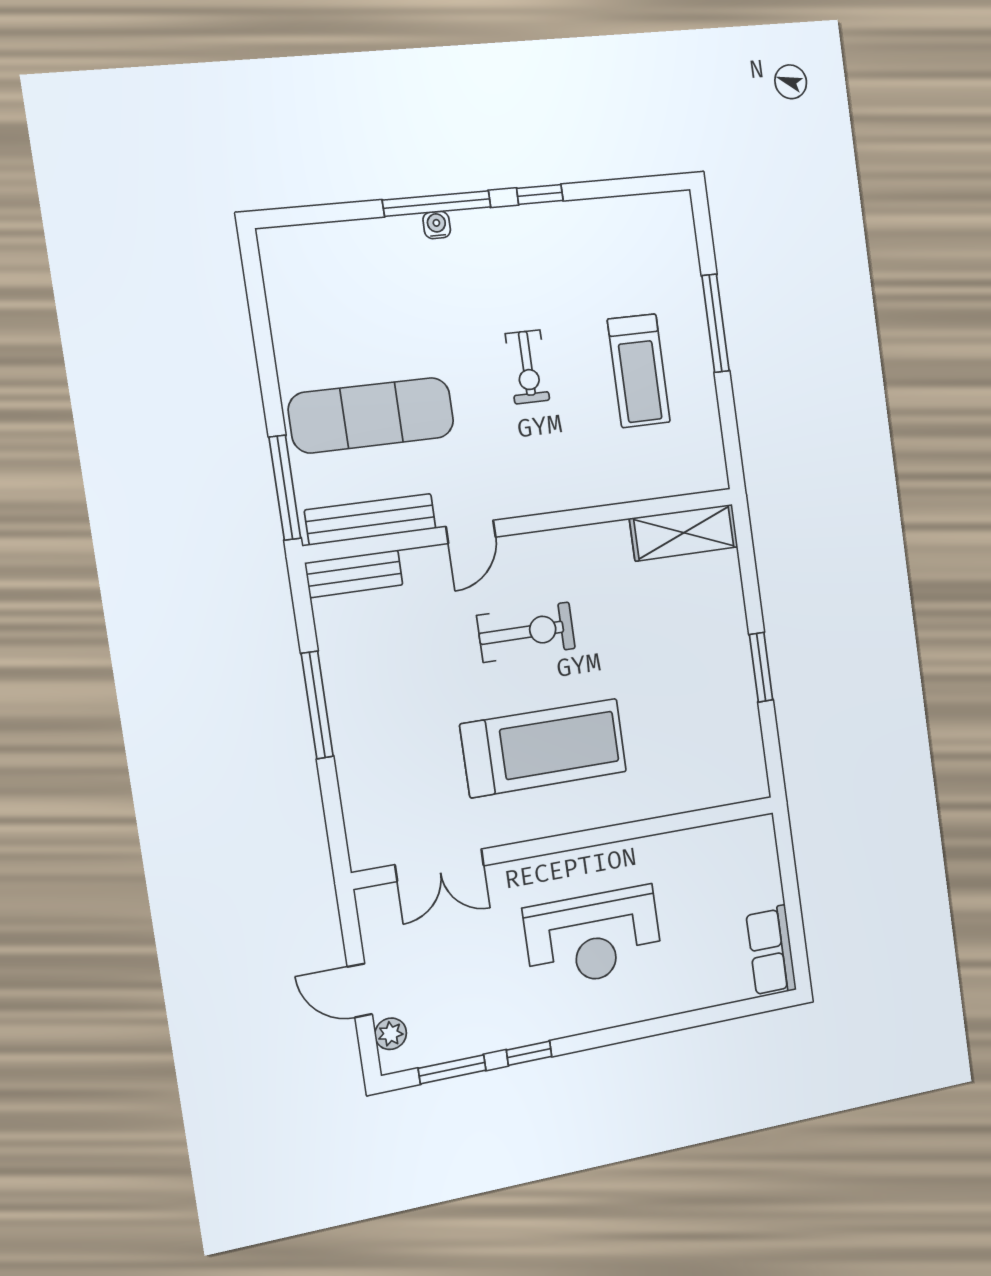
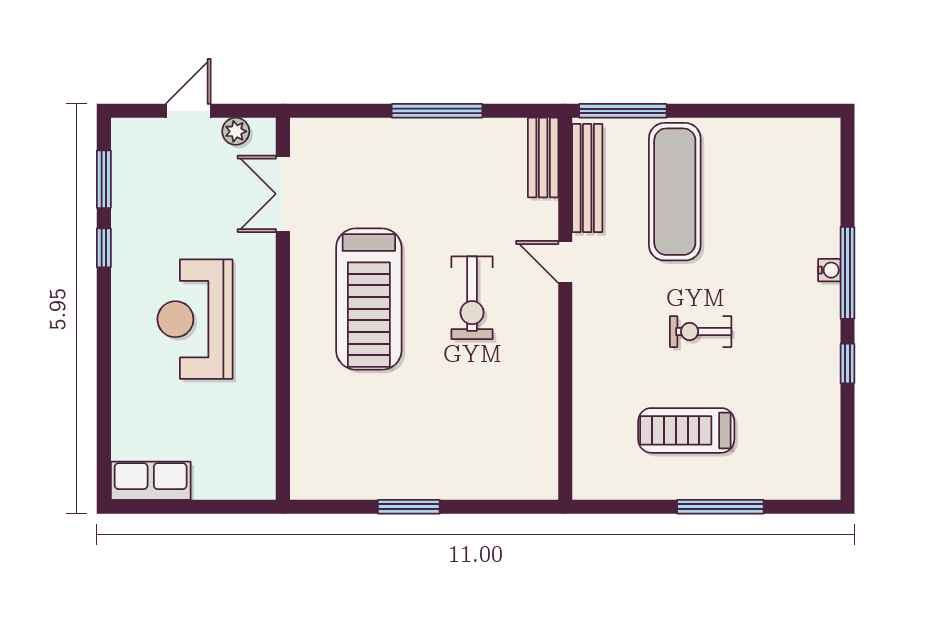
shelving: (684, 533) -> (539, 452), removed
plant: (391, 1034) -> (236, 131), moved

